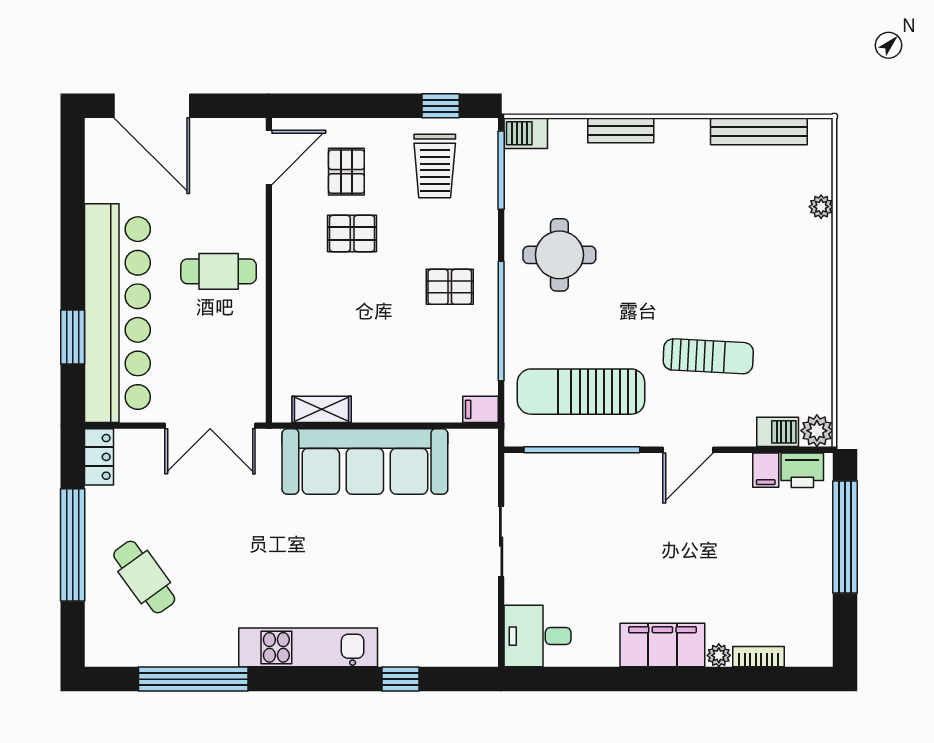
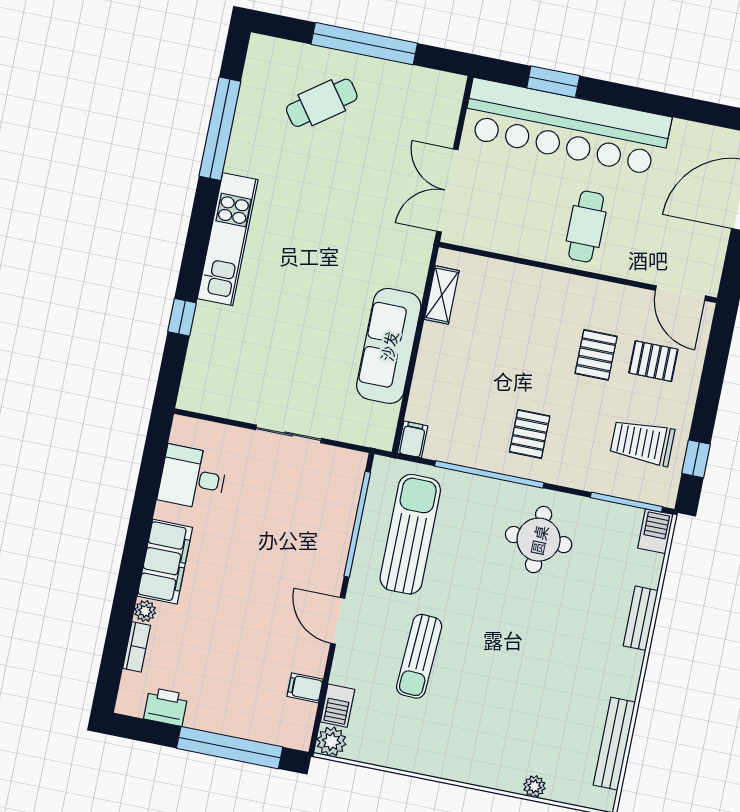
locker: (99, 457) -> (439, 84), removed
sofa: (365, 461) -> (389, 346), width x0.74, depth x0.79
printer: (802, 470) -> (166, 707), moved, turned 90
desk: (537, 636) -> (193, 478), moved, turned -90

